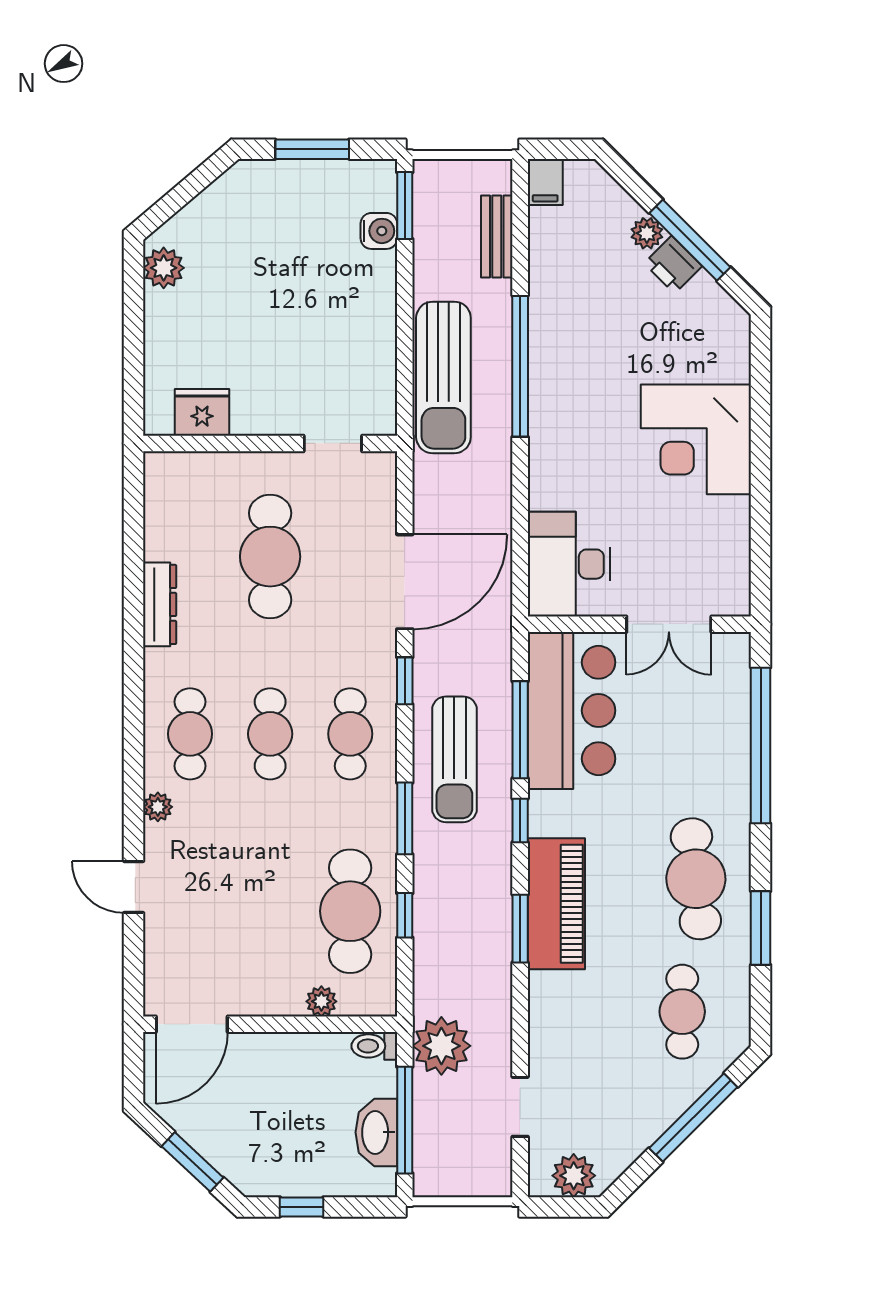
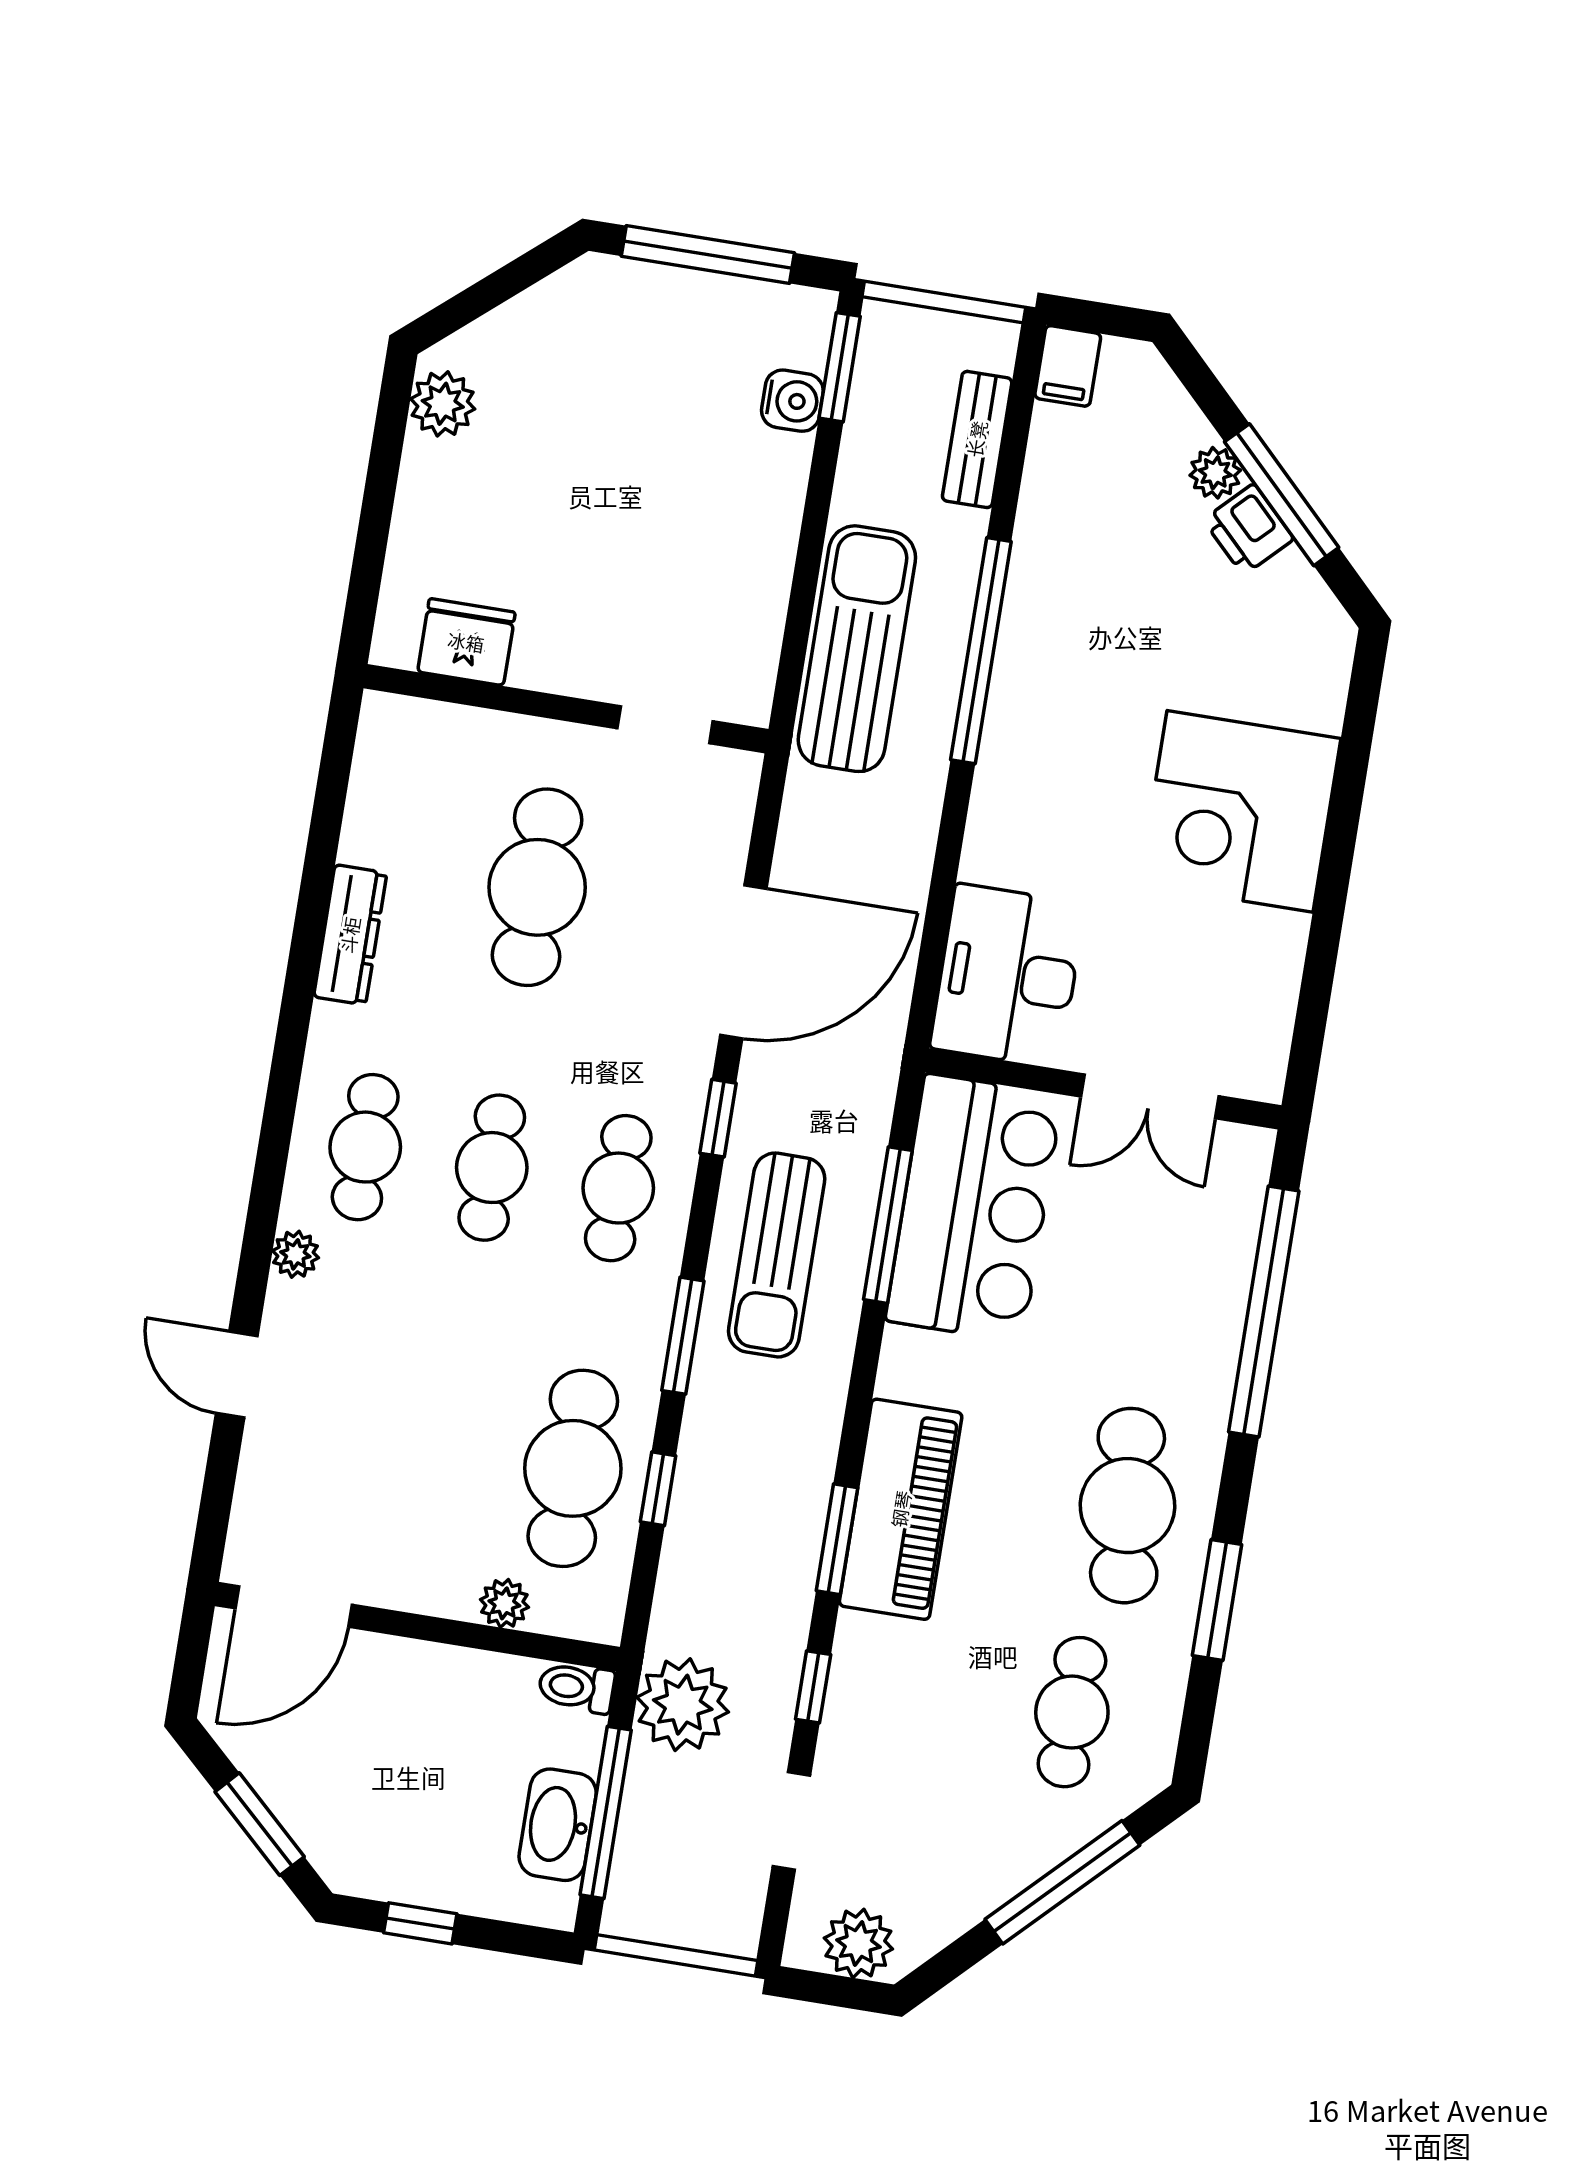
window: (312, 149) -> (708, 254), width x1.44
sun lounger: (443, 377) -> (857, 649), turned 180
window: (520, 820) -> (813, 1687), moved

